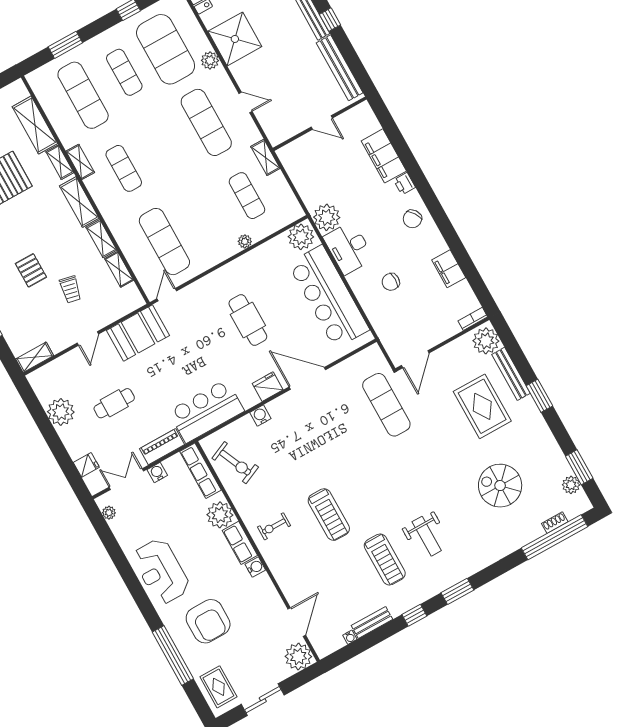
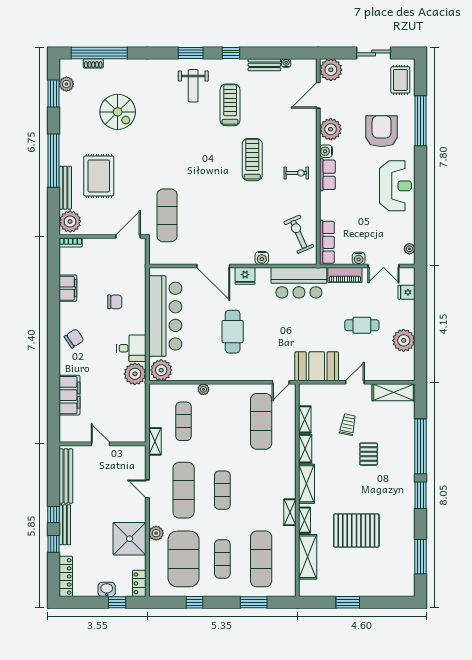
exercise mat: (124, 168) -> (222, 490), moved
printer: (404, 184) -> (66, 367), removed
desk: (349, 248) -> (131, 348), width x0.73
shelving: (35, 357) -> (393, 392), width x1.50, depth x1.33
window: (539, 396) -> (54, 161), width x2.11
plant: (220, 515) -> (331, 129), moved
weight bench: (427, 536) -> (193, 86), moved, turned 180

